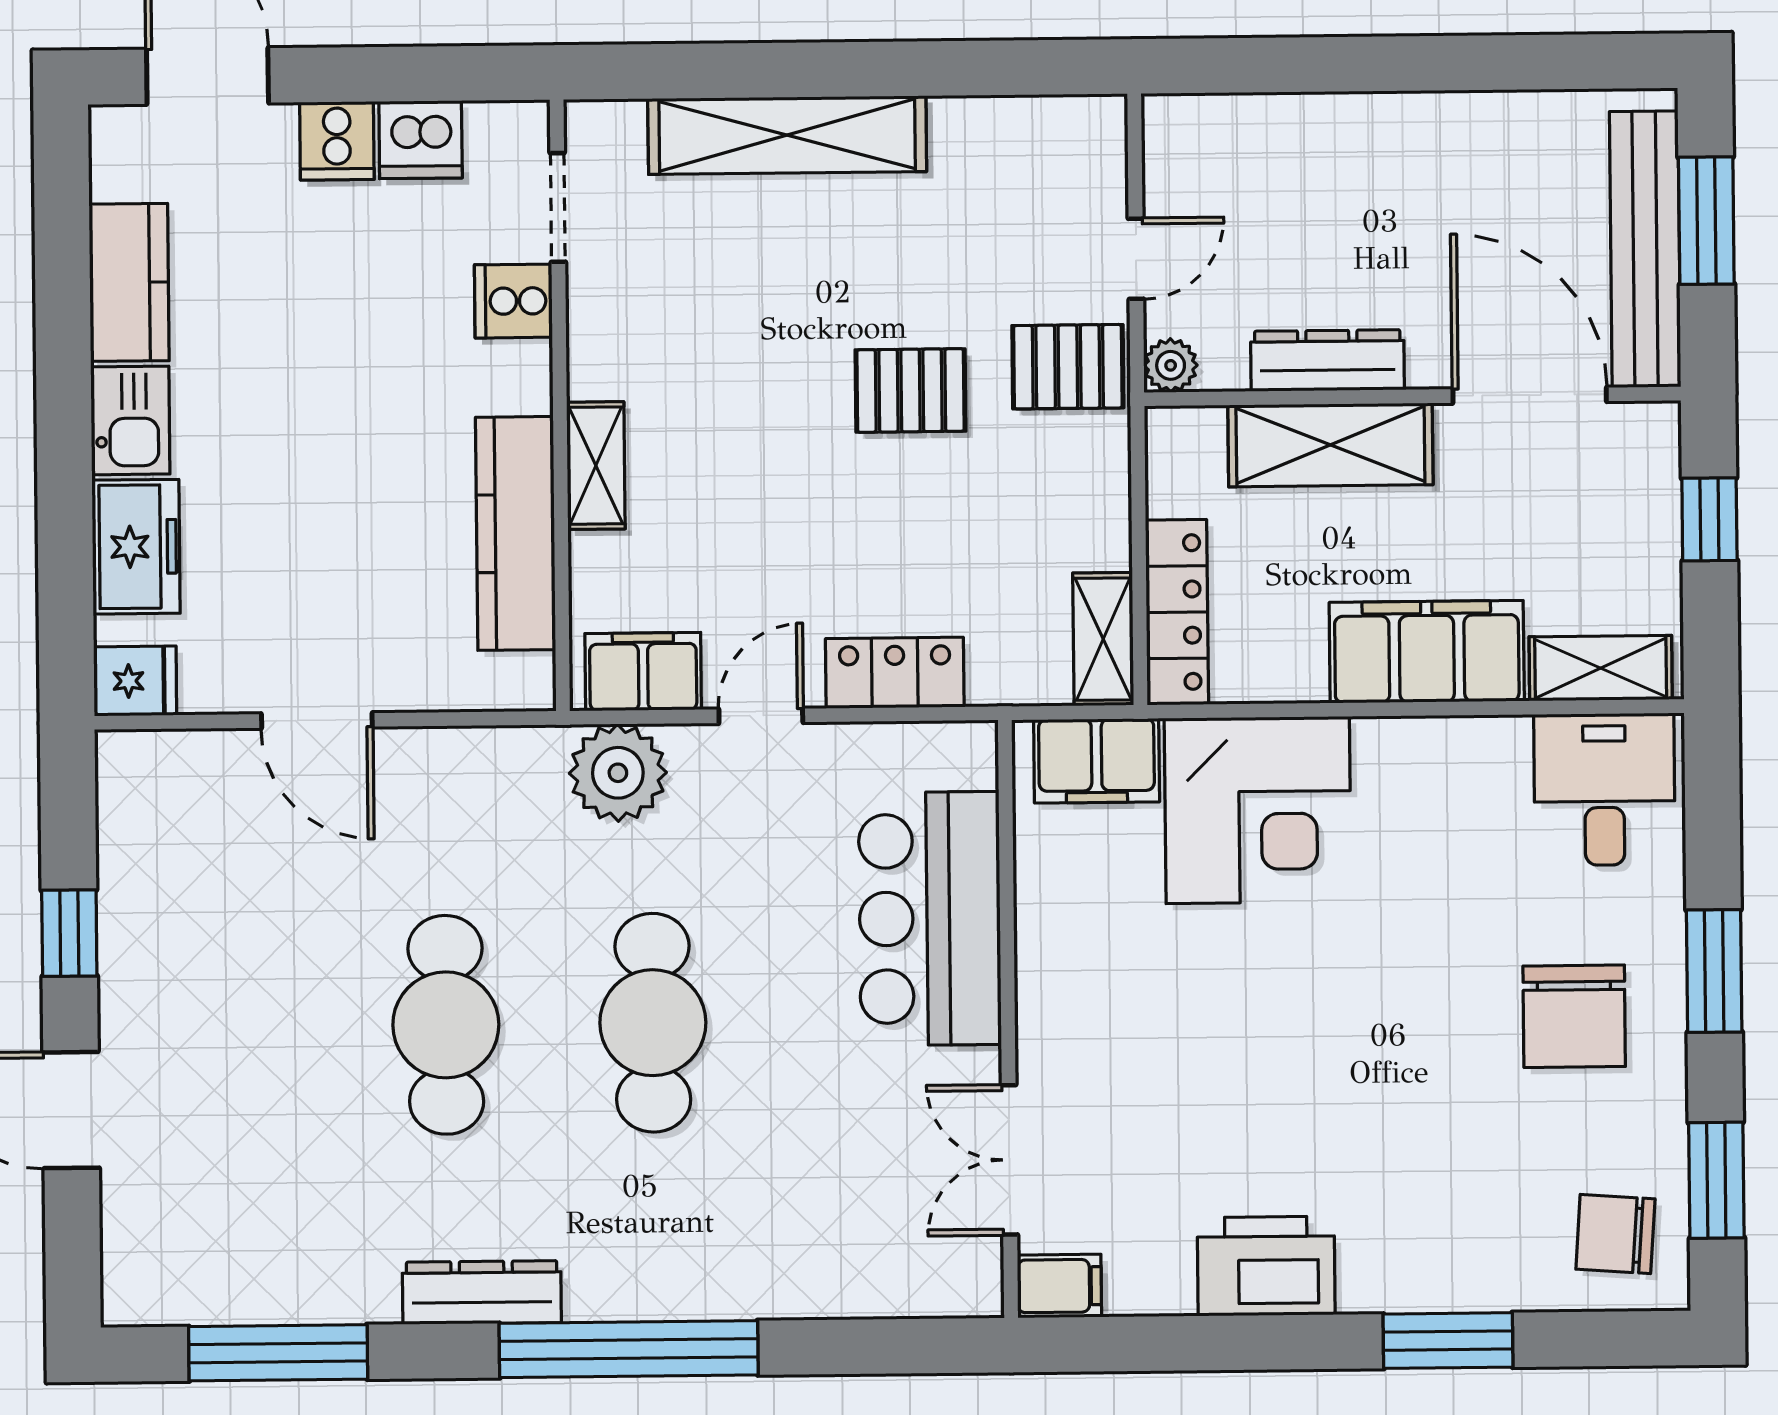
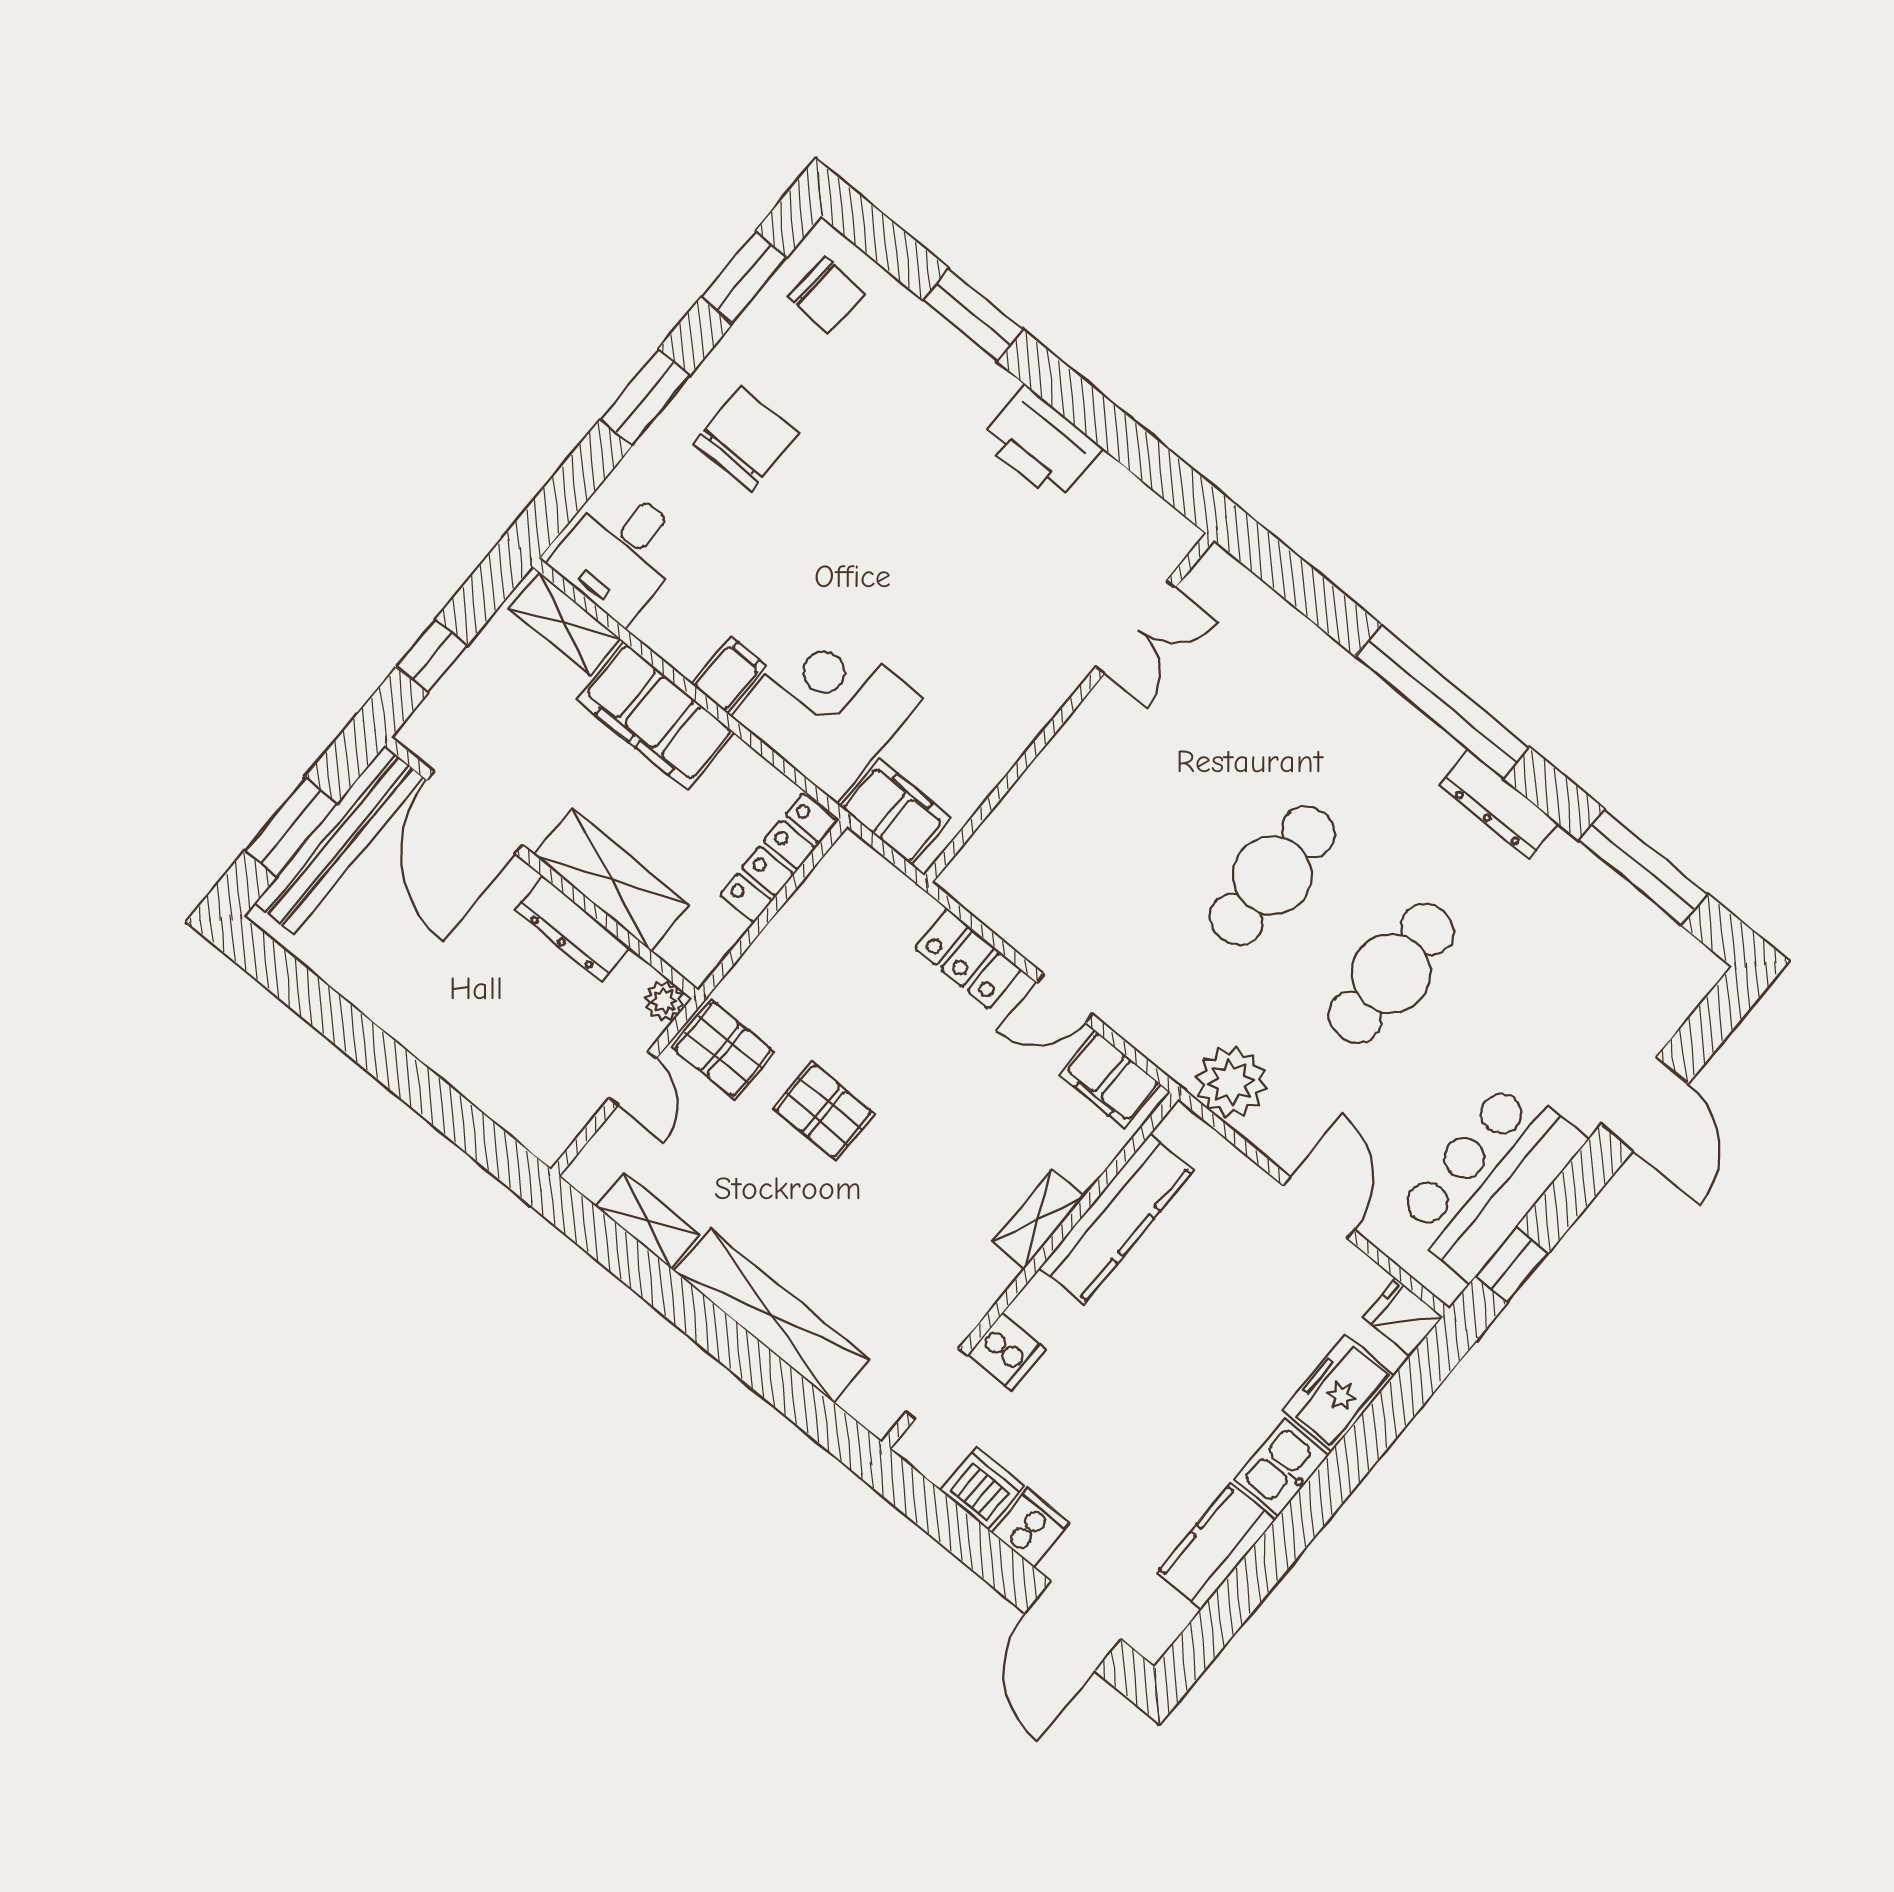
door: (1136, 259) -> (633, 1078), swing flipped
shelving: (1103, 639) -> (647, 1220), moved, turned 90
plant: (618, 773) -> (1231, 1082), moved
bar counter: (930, 919) -> (1489, 1179), moved, turned 180
window: (69, 933) -> (1512, 1265), moved
filing cabinet: (1059, 1286) -> (729, 675), moved, turned 90

